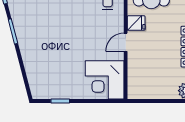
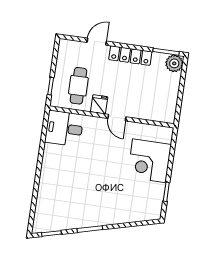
corner desk: (105, 80) -> (149, 161), moved, turned 90

